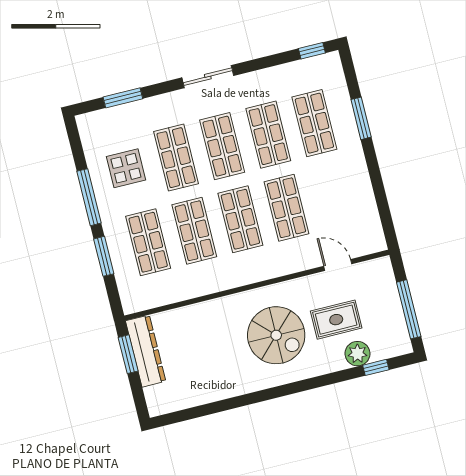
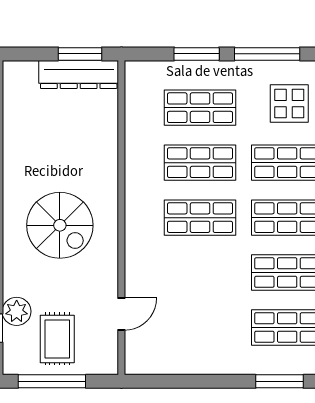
shop shelf: (286, 208) -> (200, 273), removed
rug: (336, 320) -> (57, 339), moved
spiral stairs: (276, 335) -> (60, 225), turned -90

